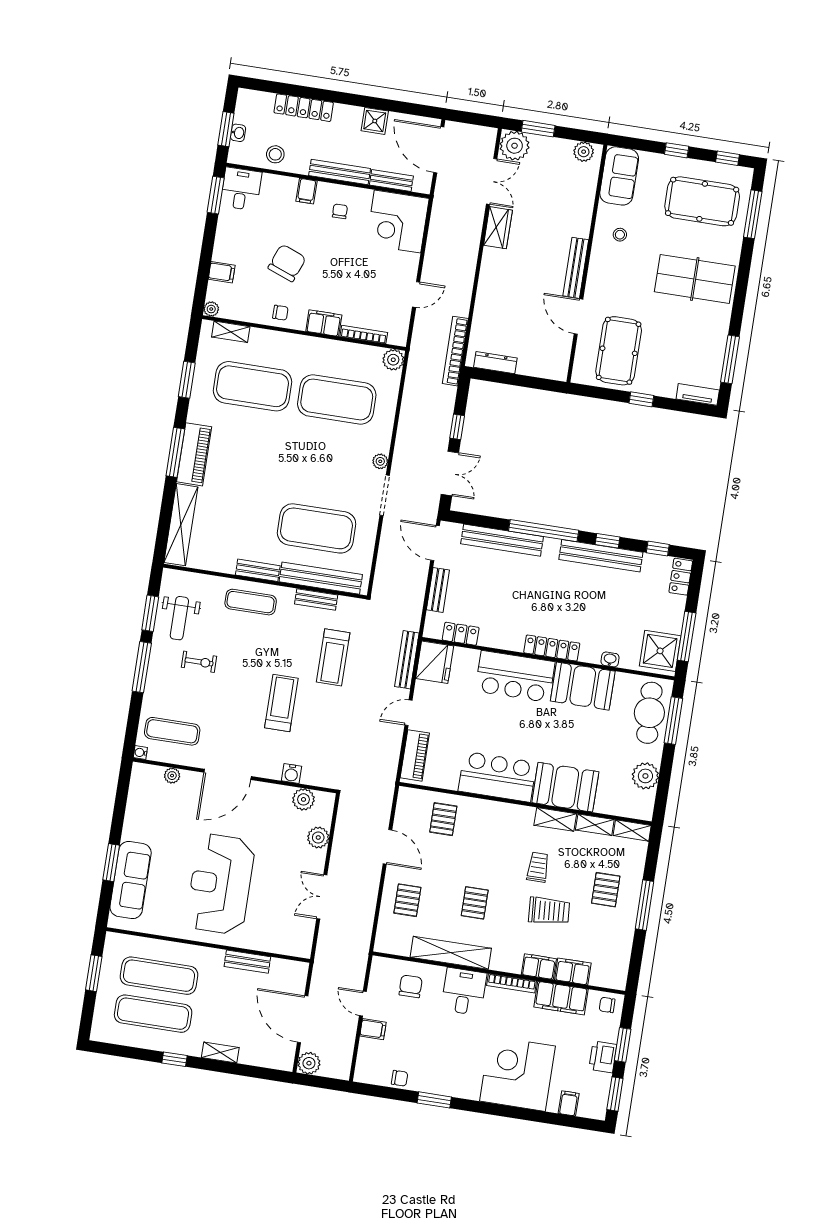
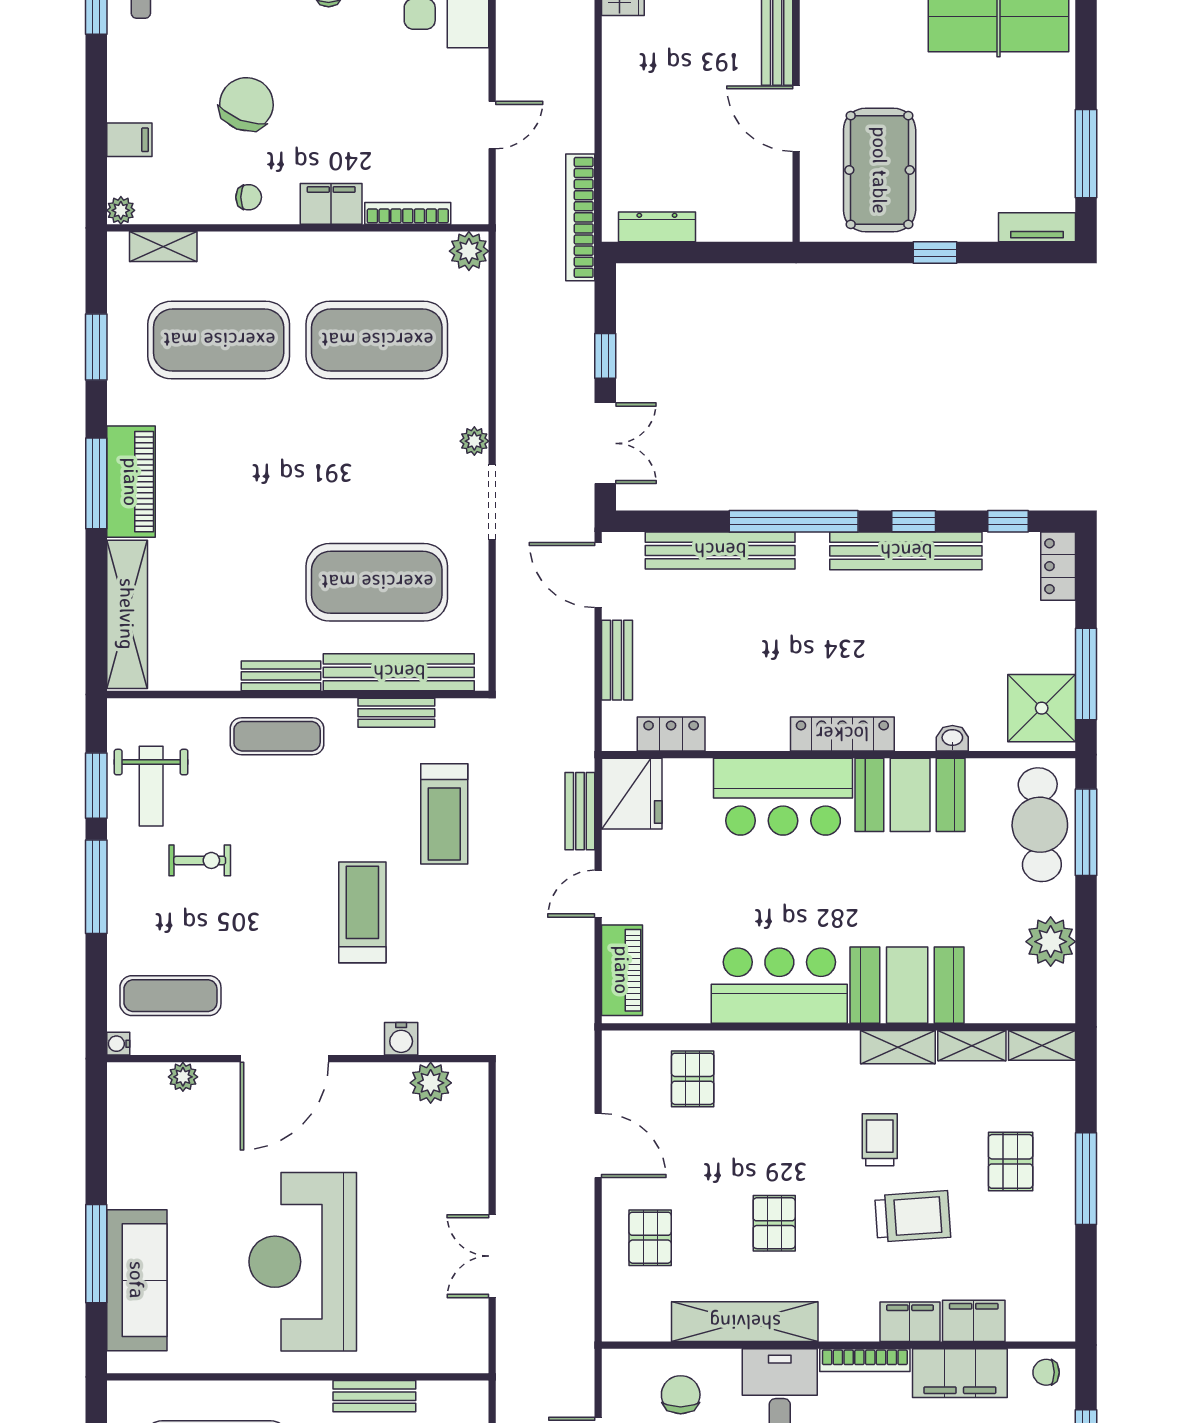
bench: (407, 660) -> (580, 811), width x0.73
plant: (318, 838) -> (469, 1148), removed
window: (111, 863) -> (96, 1254), width x1.44

